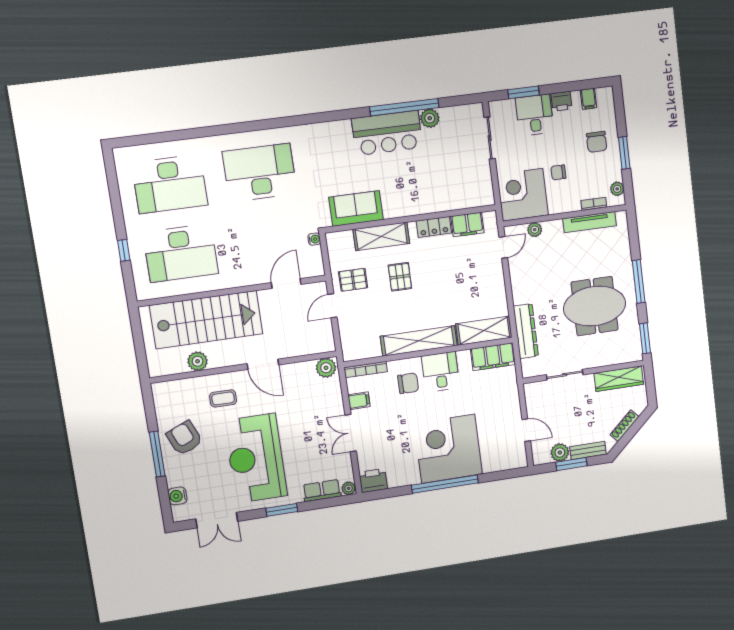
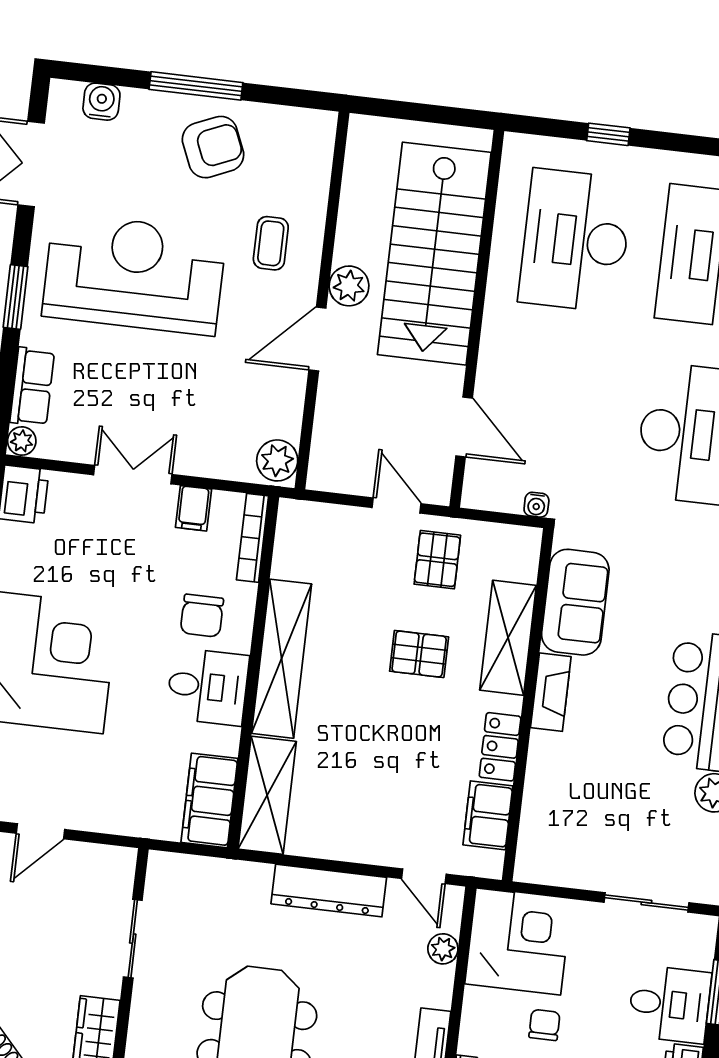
fireplace: (402, 209) -> (551, 692), added
dresser: (526, 331) -> (329, 891), moved
plant: (198, 361) -> (349, 286), moved

